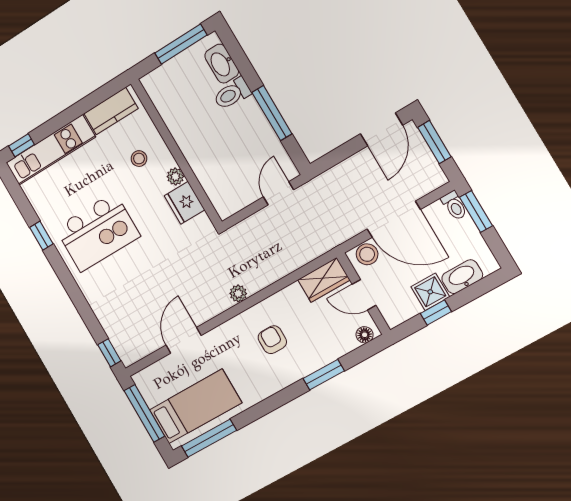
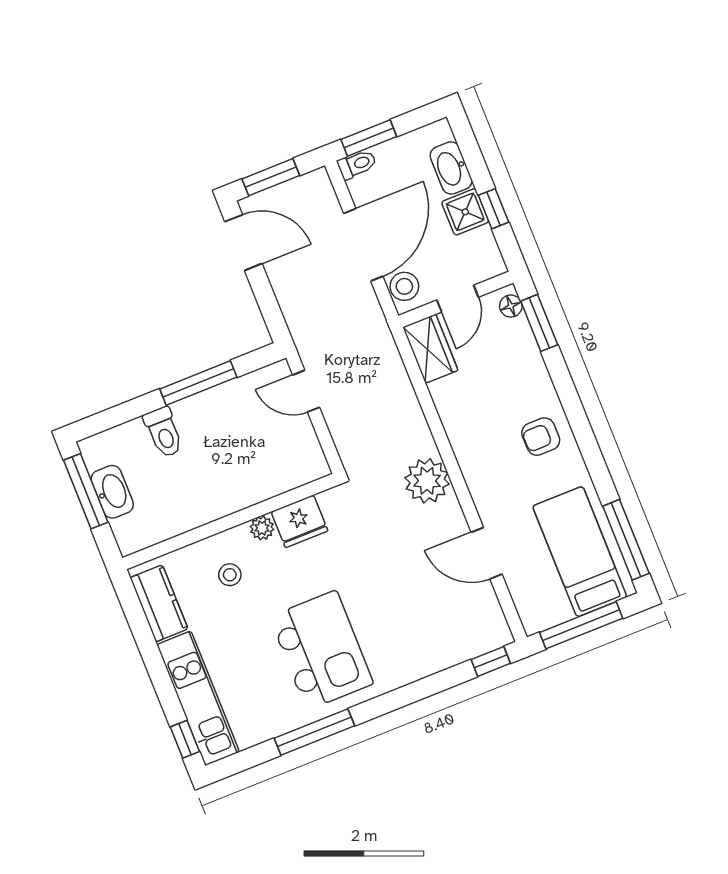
washbasin: (222, 64) -> (112, 492), moved, turned -90
window: (41, 236) -> (314, 732), width x2.17
plant: (238, 293) -> (427, 481), width x1.88, depth x1.88
armchair: (272, 340) -> (541, 437), moved
window: (324, 375) -> (539, 323), moved

